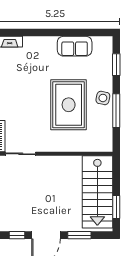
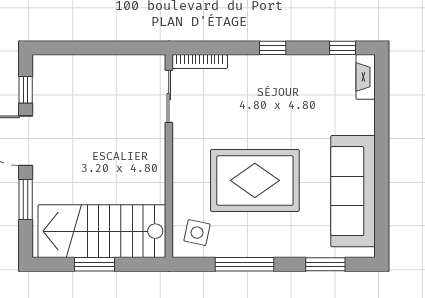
sofa: (75, 46) -> (353, 191), width x1.85, depth x1.27
side table: (103, 98) -> (197, 233), moved
window: (116, 207) -> (94, 264), moved

